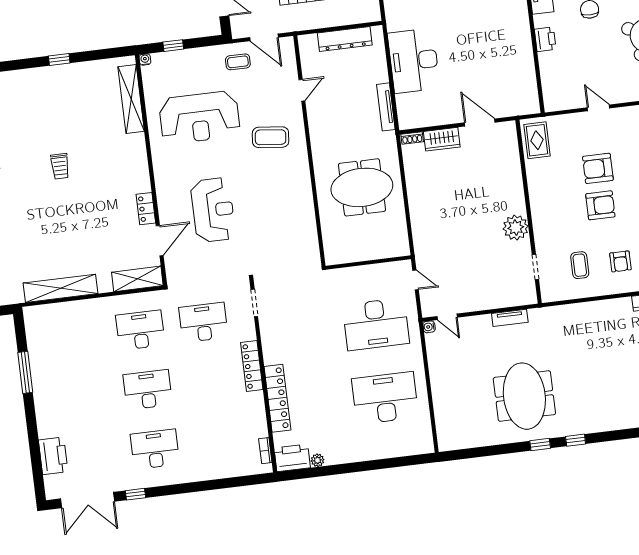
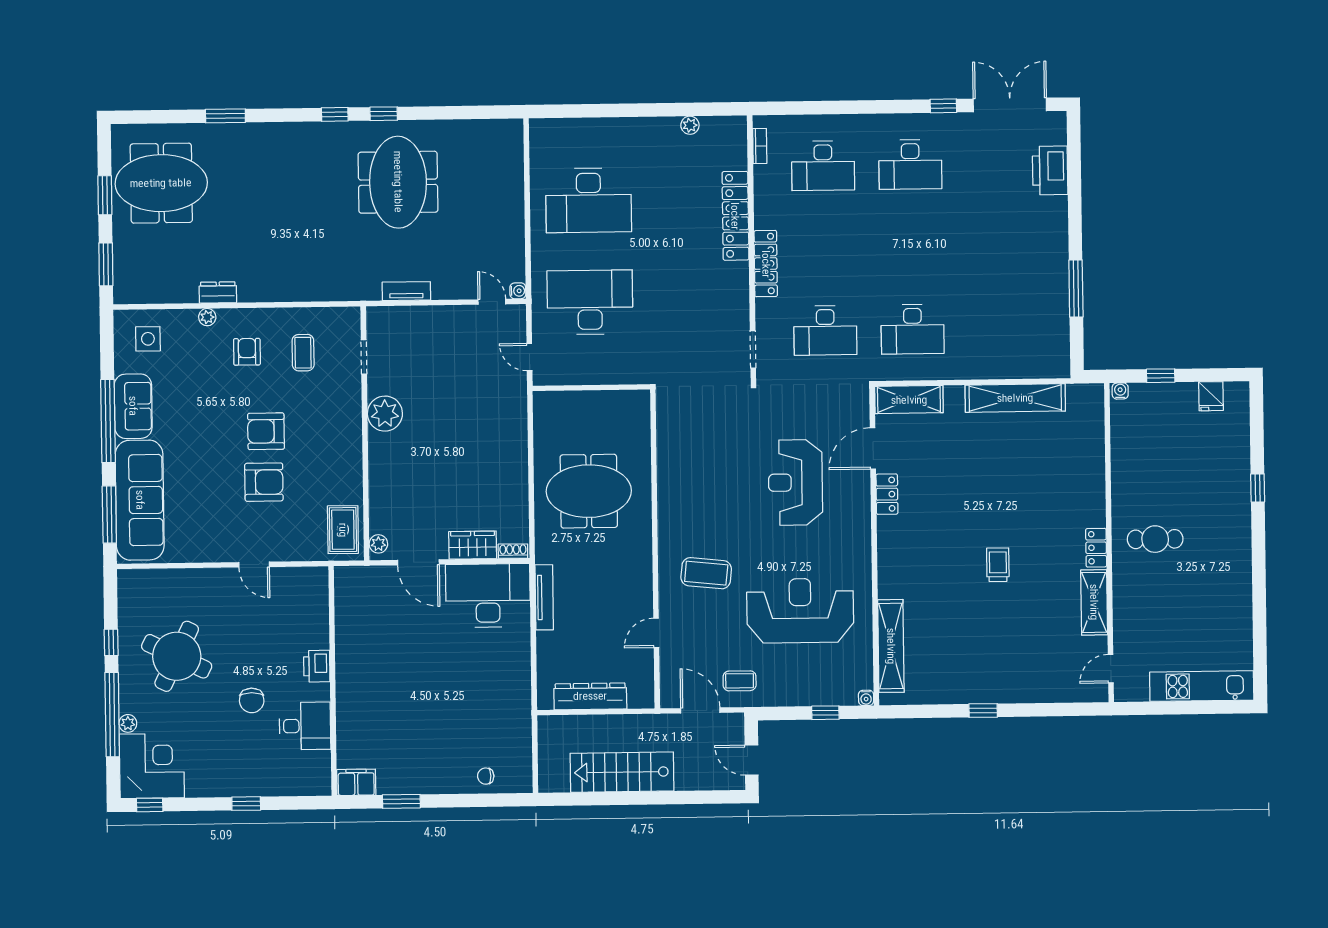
desk: (414, 61) -> (488, 596), moved, turned -90
plant: (510, 133) -> (378, 544), added
desk: (148, 390) -> (823, 166), moved
printer: (292, 458) -> (724, 132), removed

